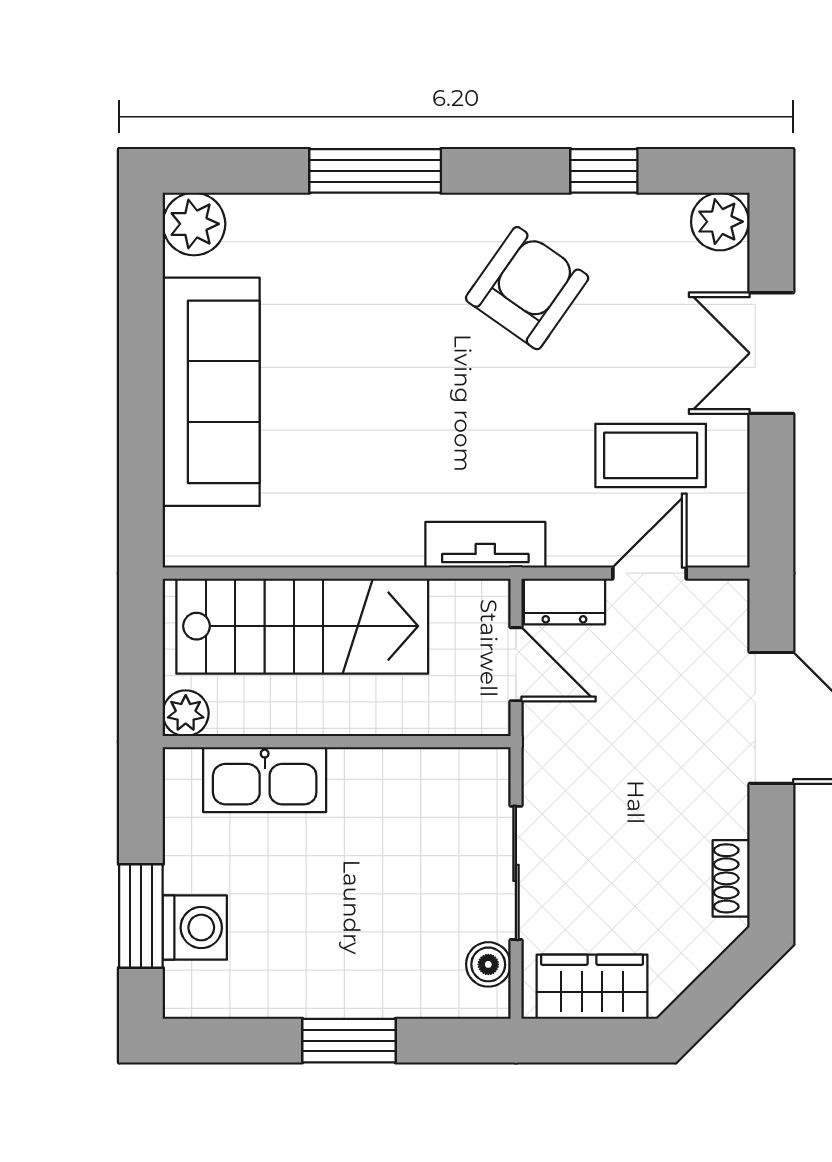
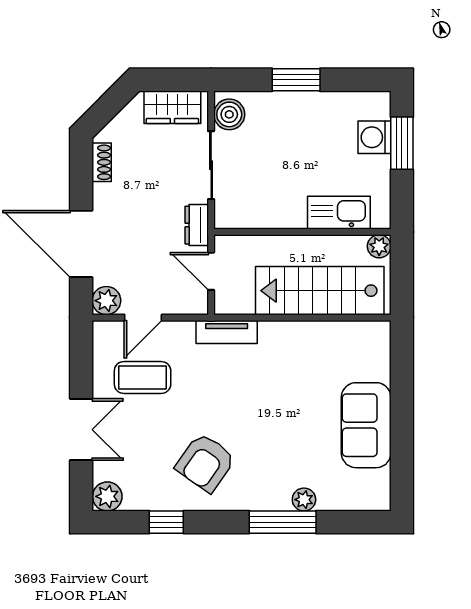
plant: (194, 224) -> (304, 500), moved, width x0.73, depth x0.73
sofa: (211, 392) -> (366, 425), width x0.73
dresser: (564, 601) -> (197, 225), moved, turned -90
plant: (722, 607) -> (106, 301), added
boiler: (488, 964) -> (229, 114), width x1.36, depth x1.36

